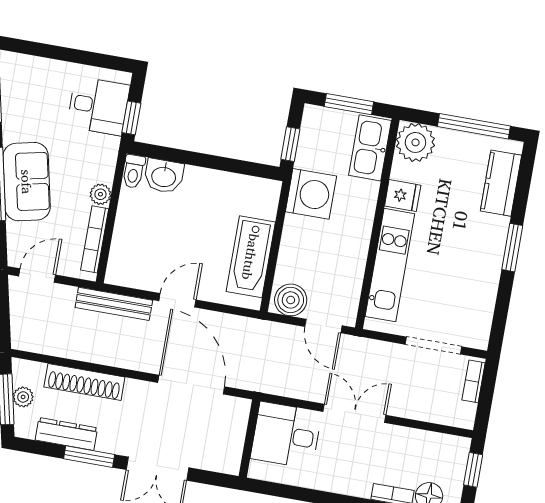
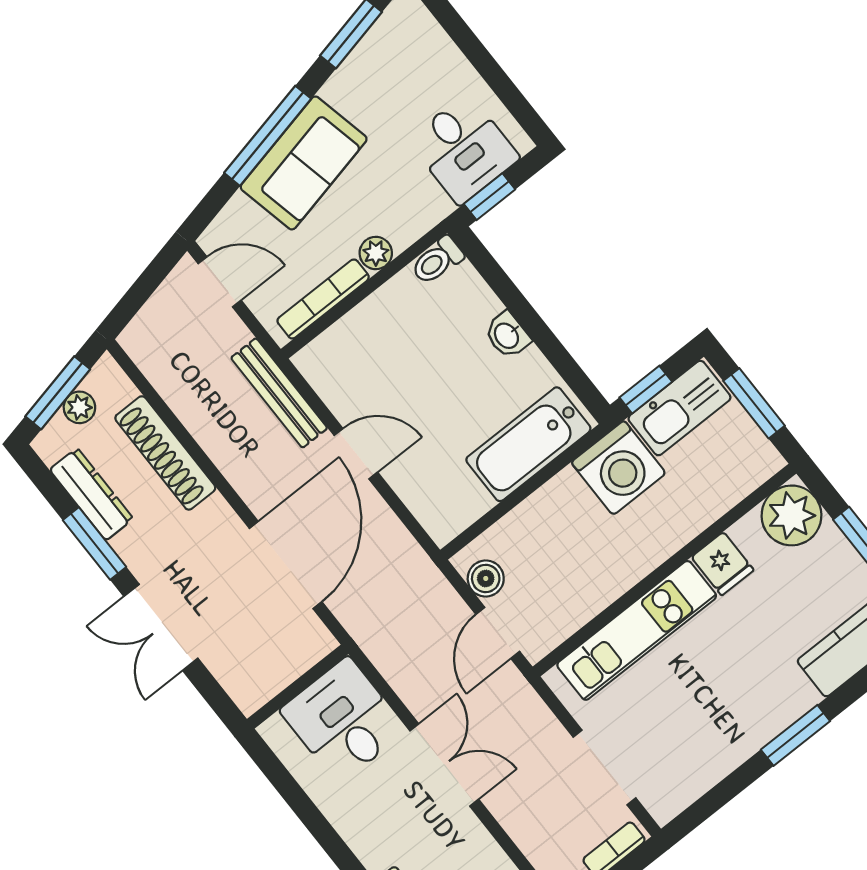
kitchen sink: (370, 148) -> (679, 408), moved, turned 180
washbasin: (164, 176) -> (507, 335), moved, width x0.72, depth x0.69
bathtub: (251, 257) -> (528, 444), moved
boiler: (291, 300) -> (486, 578), width x0.73, depth x0.73

